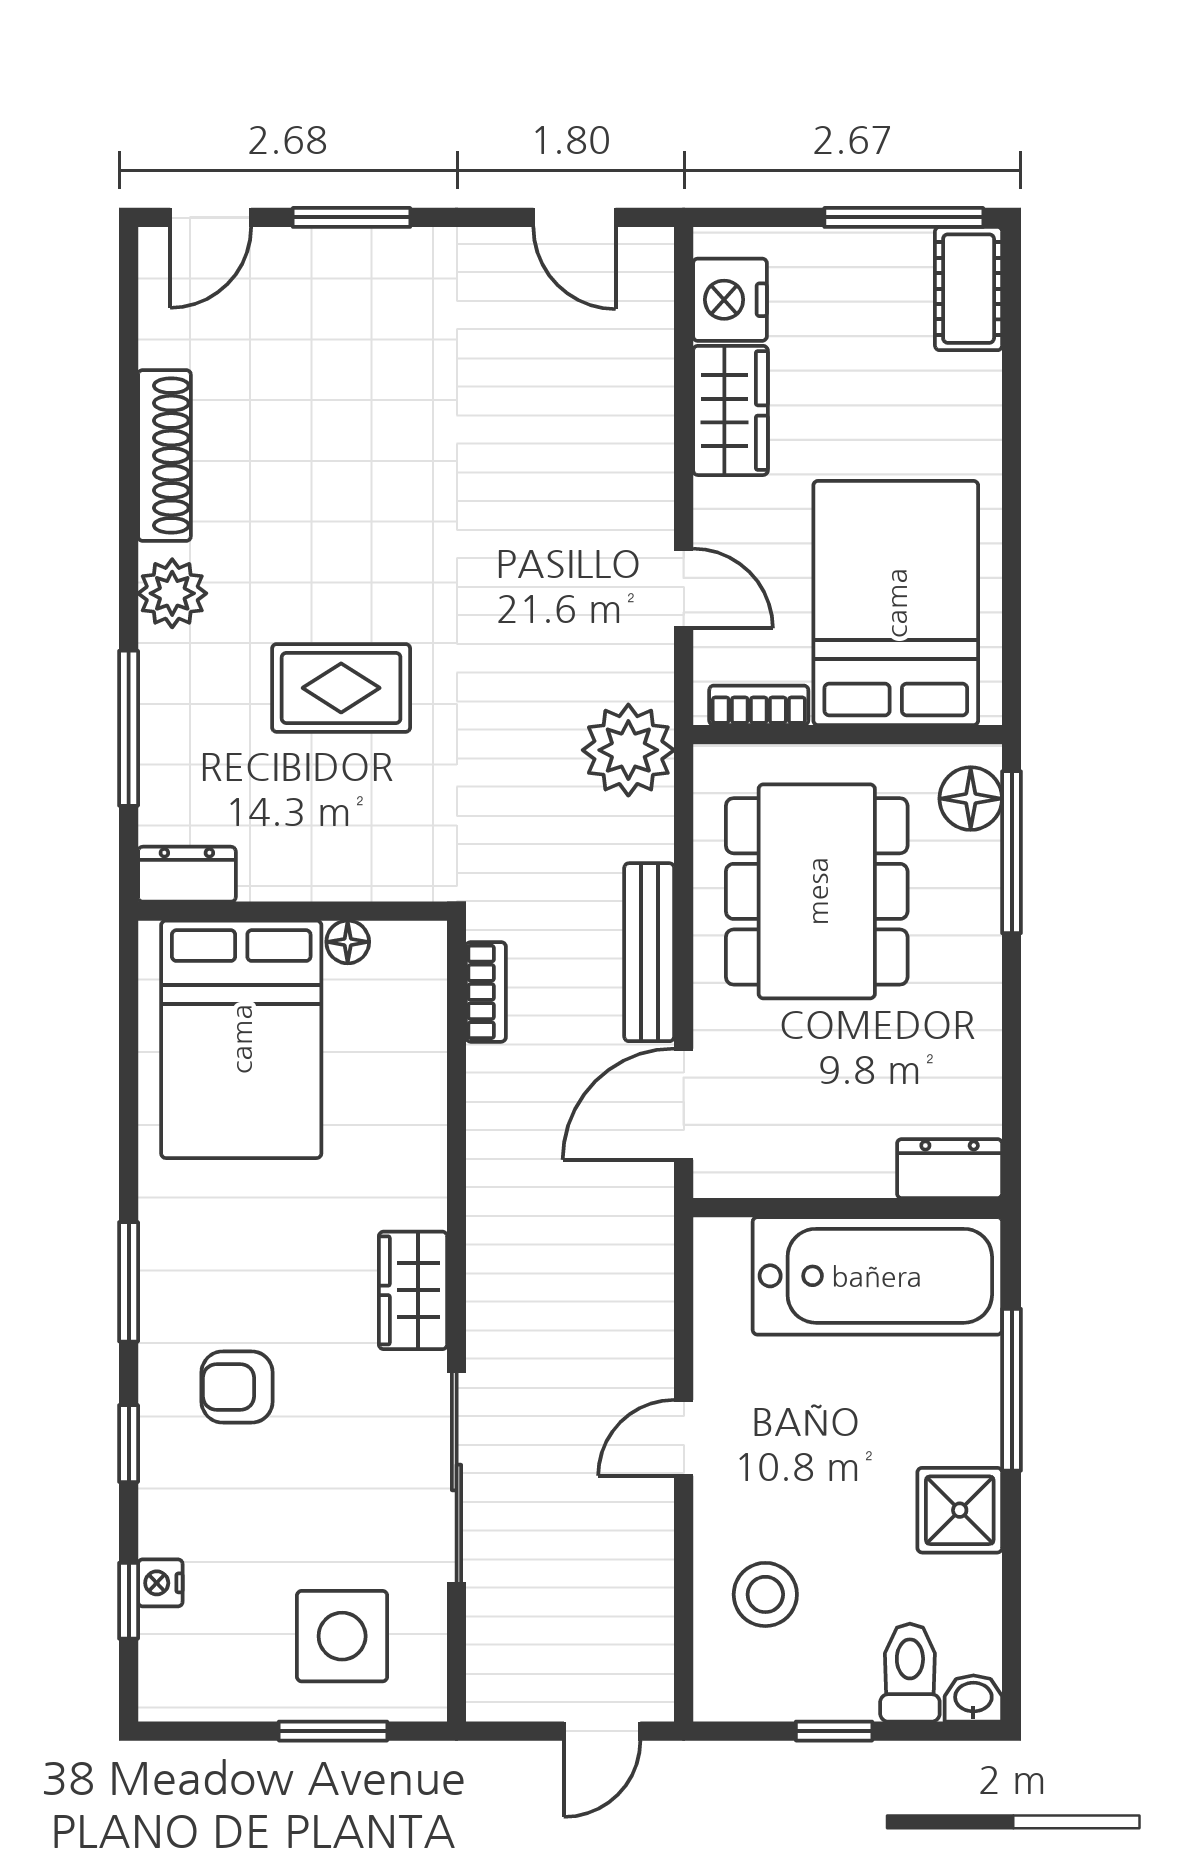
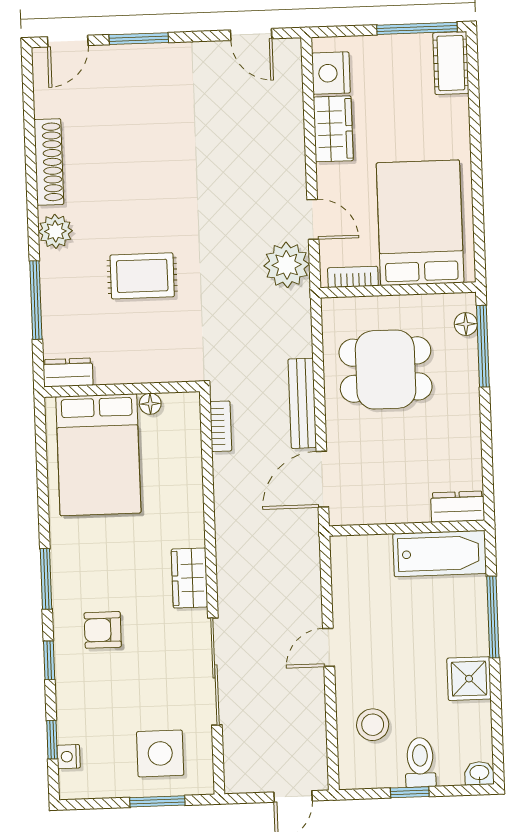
plant: (628, 750) -> (287, 265), moved
floor lamp: (971, 799) -> (466, 324), width x0.73, depth x0.73
dining table: (817, 891) -> (386, 370), width x0.73
bathtub: (877, 1276) -> (440, 554), width x0.73, depth x0.73
nightstand: (160, 1583) -> (69, 757), moved
toilet: (910, 1673) -> (420, 762), moved

